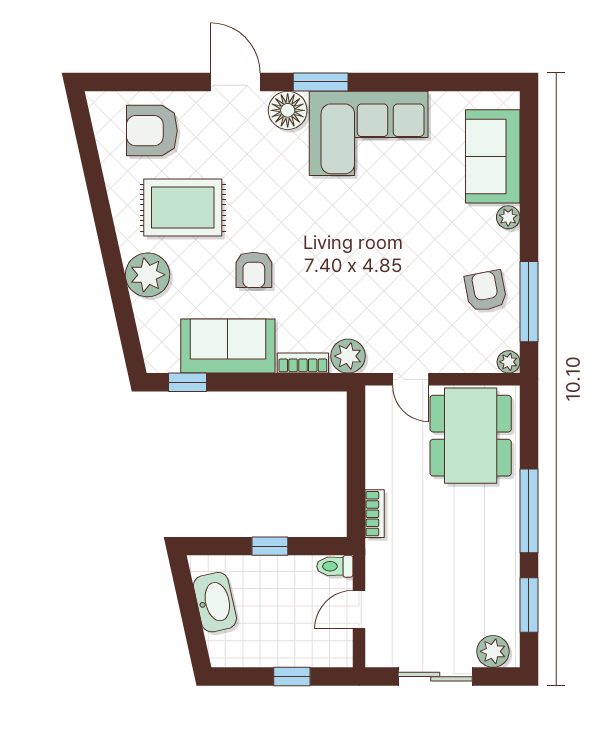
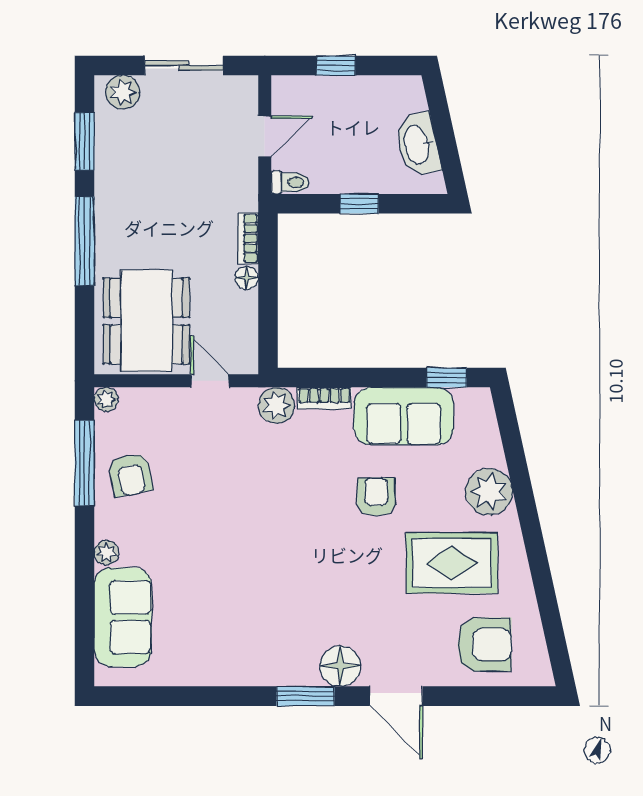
corner sofa: (369, 133) -> (255, 642), removed
floor lamp: (376, 476) -> (247, 278), added

